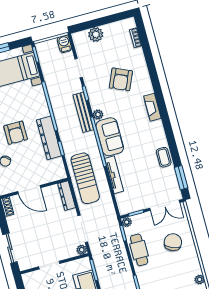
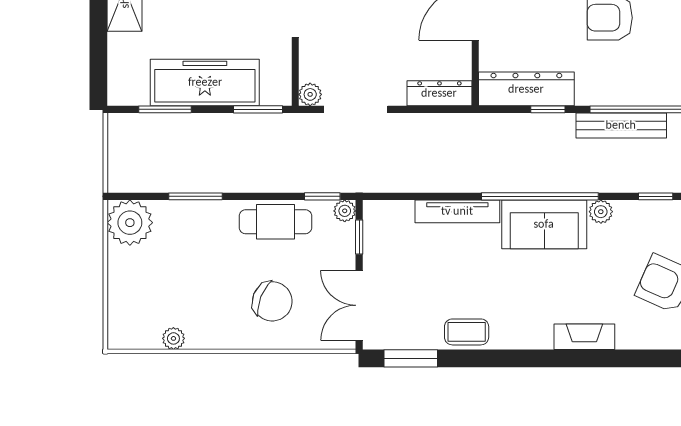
bench: (83, 112) -> (621, 125), moved
dresser: (49, 138) -> (526, 89), moved
sun lounger: (85, 178) -> (467, 145), removed

